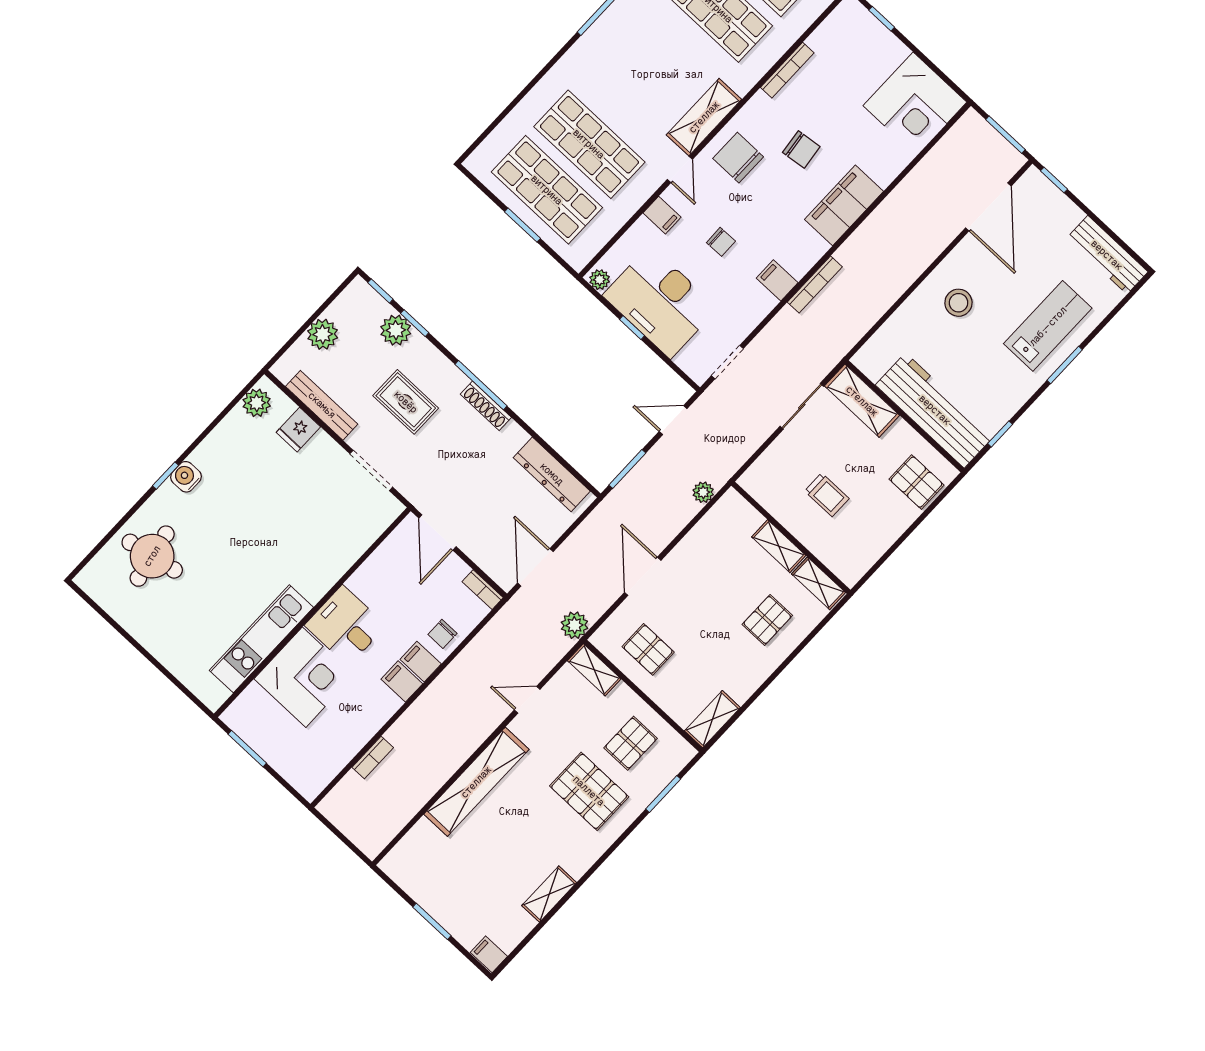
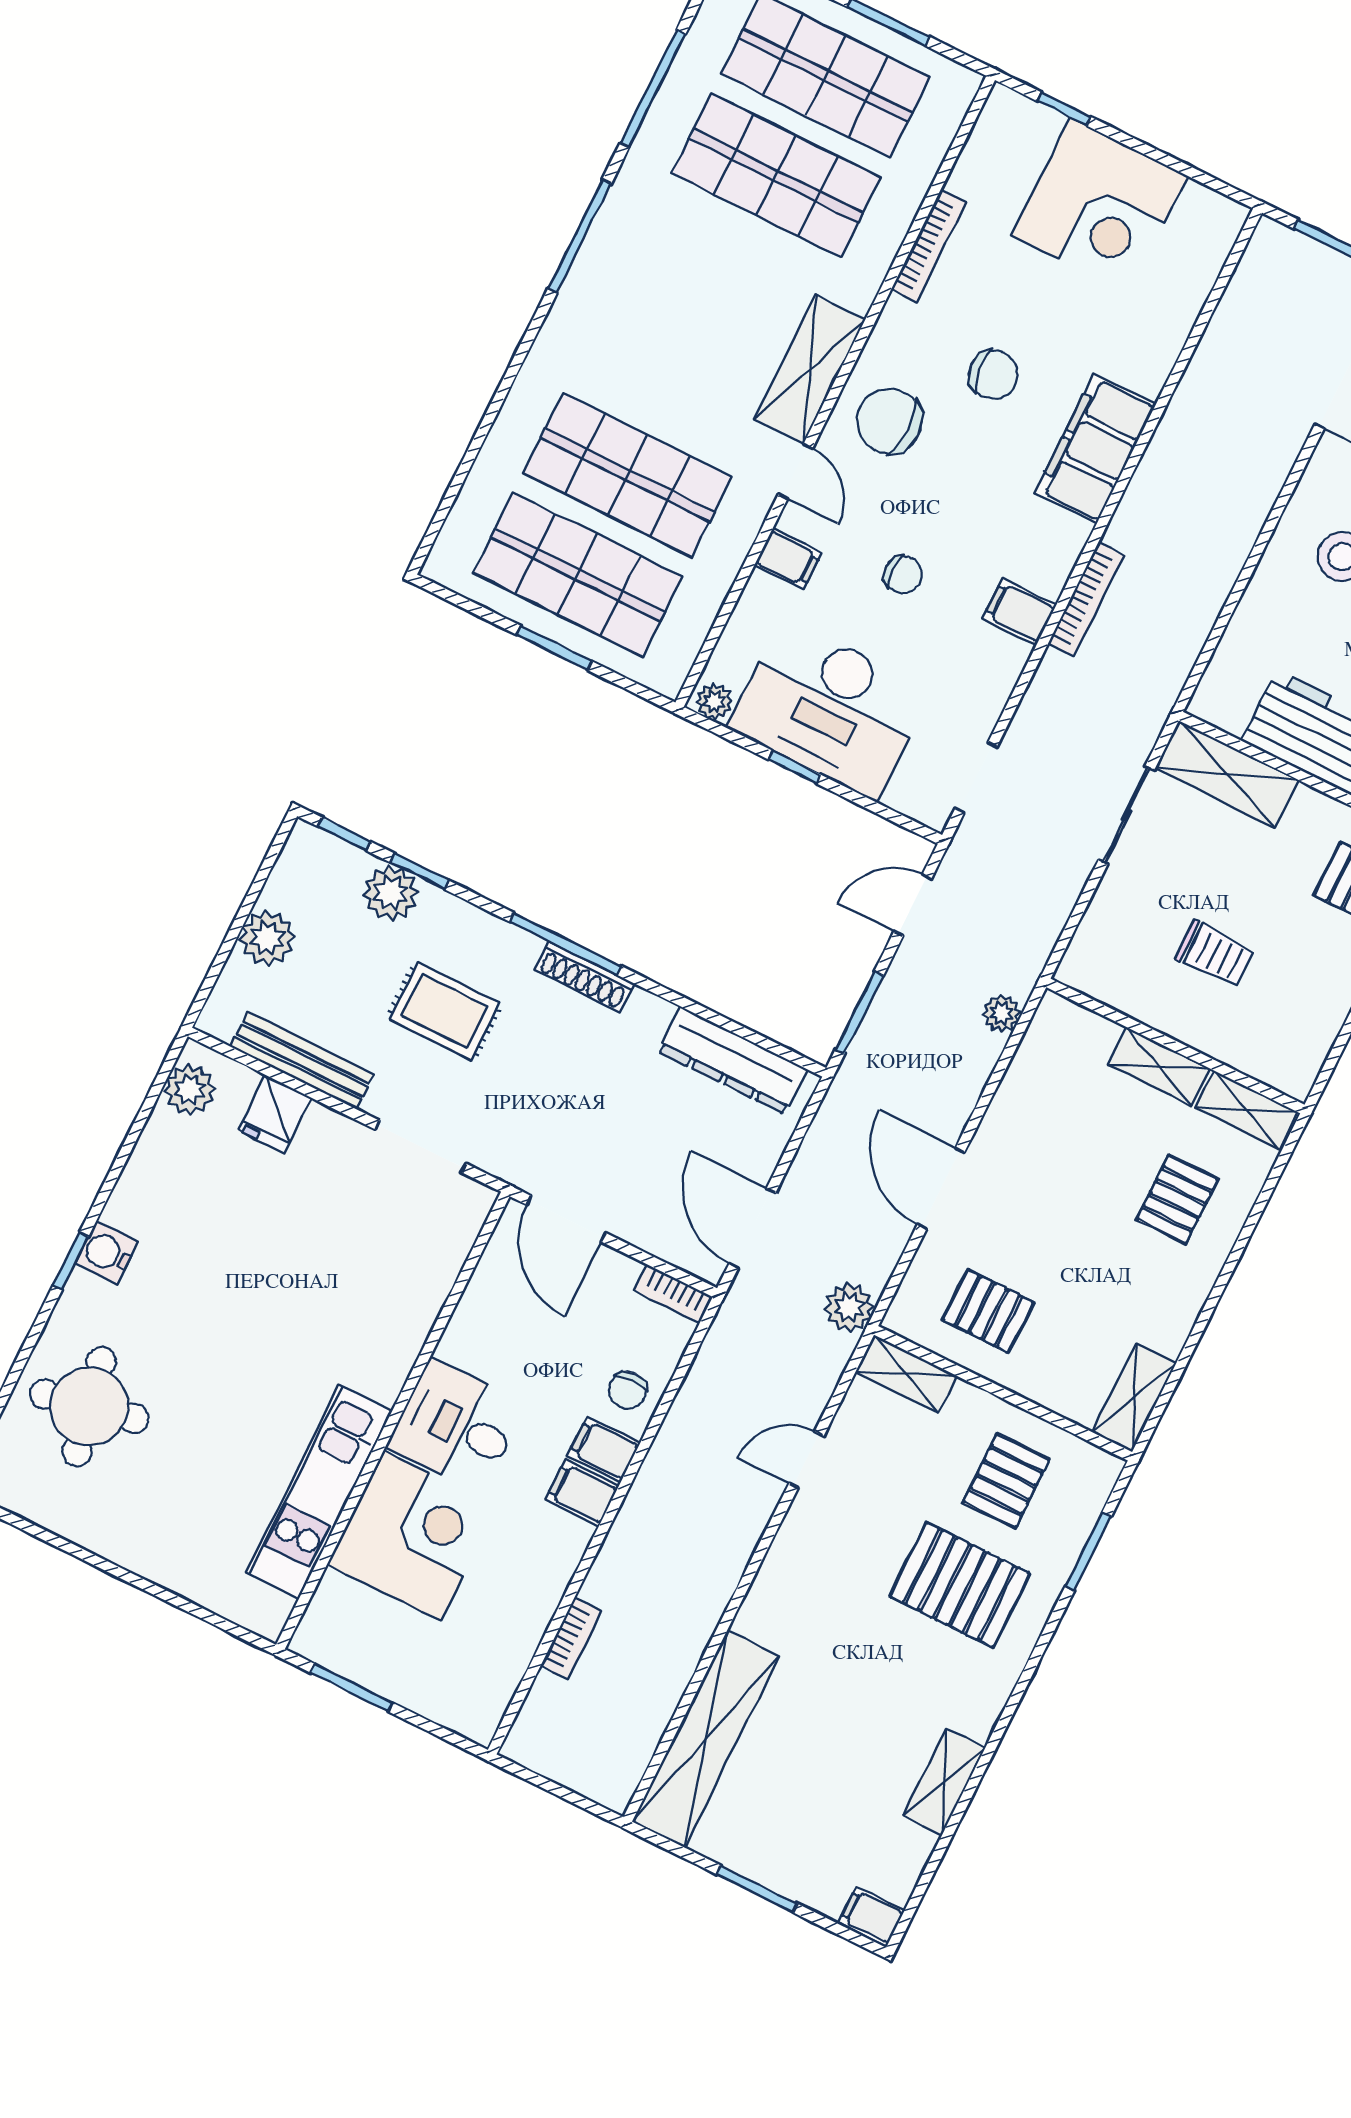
corner desk: (915, 104) -> (1100, 206), moved
shelving: (476, 782) -> (706, 1739), moved

